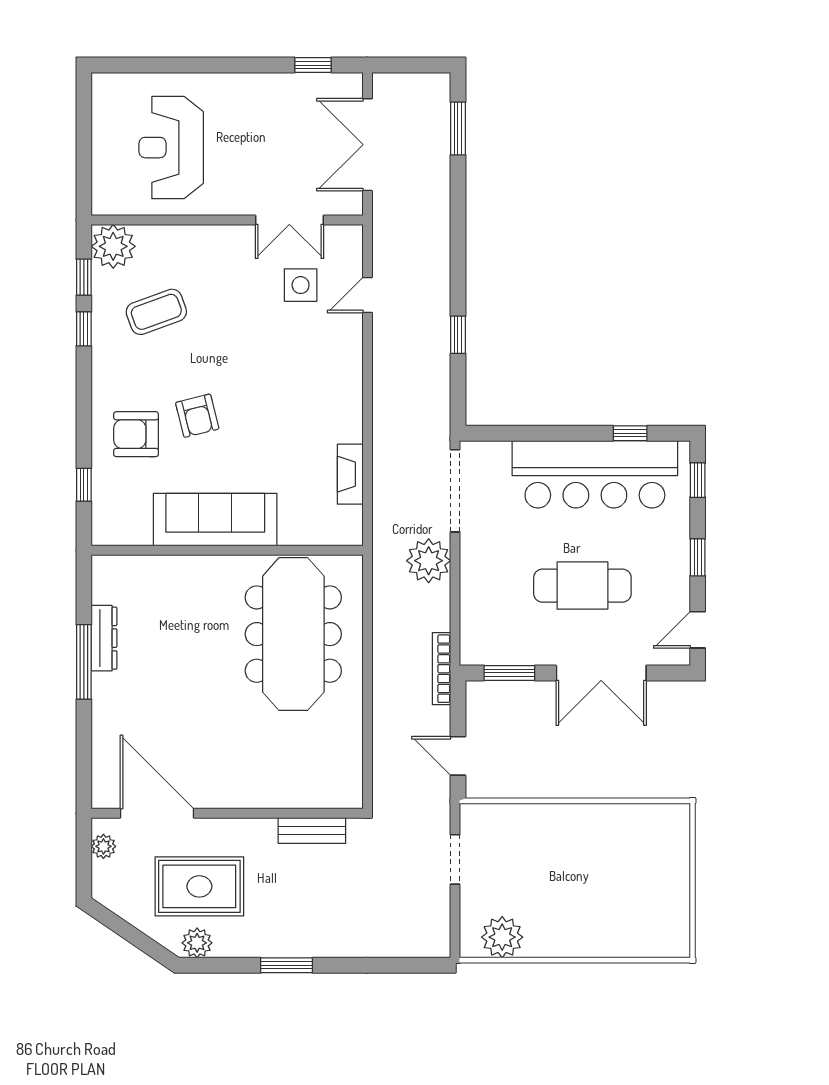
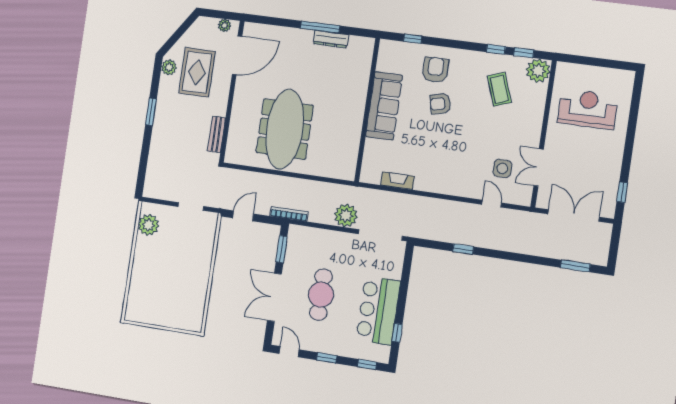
bar counter: (595, 474) -> (378, 311), width x0.73
meeting table: (293, 634) -> (285, 129), moved, turned 90

